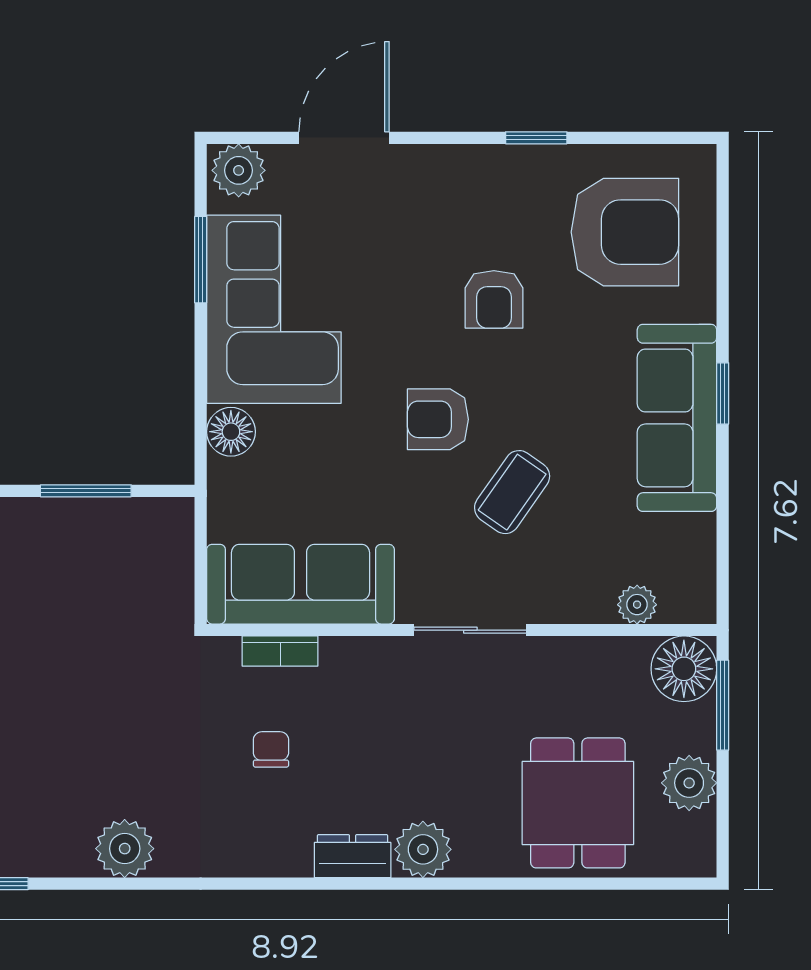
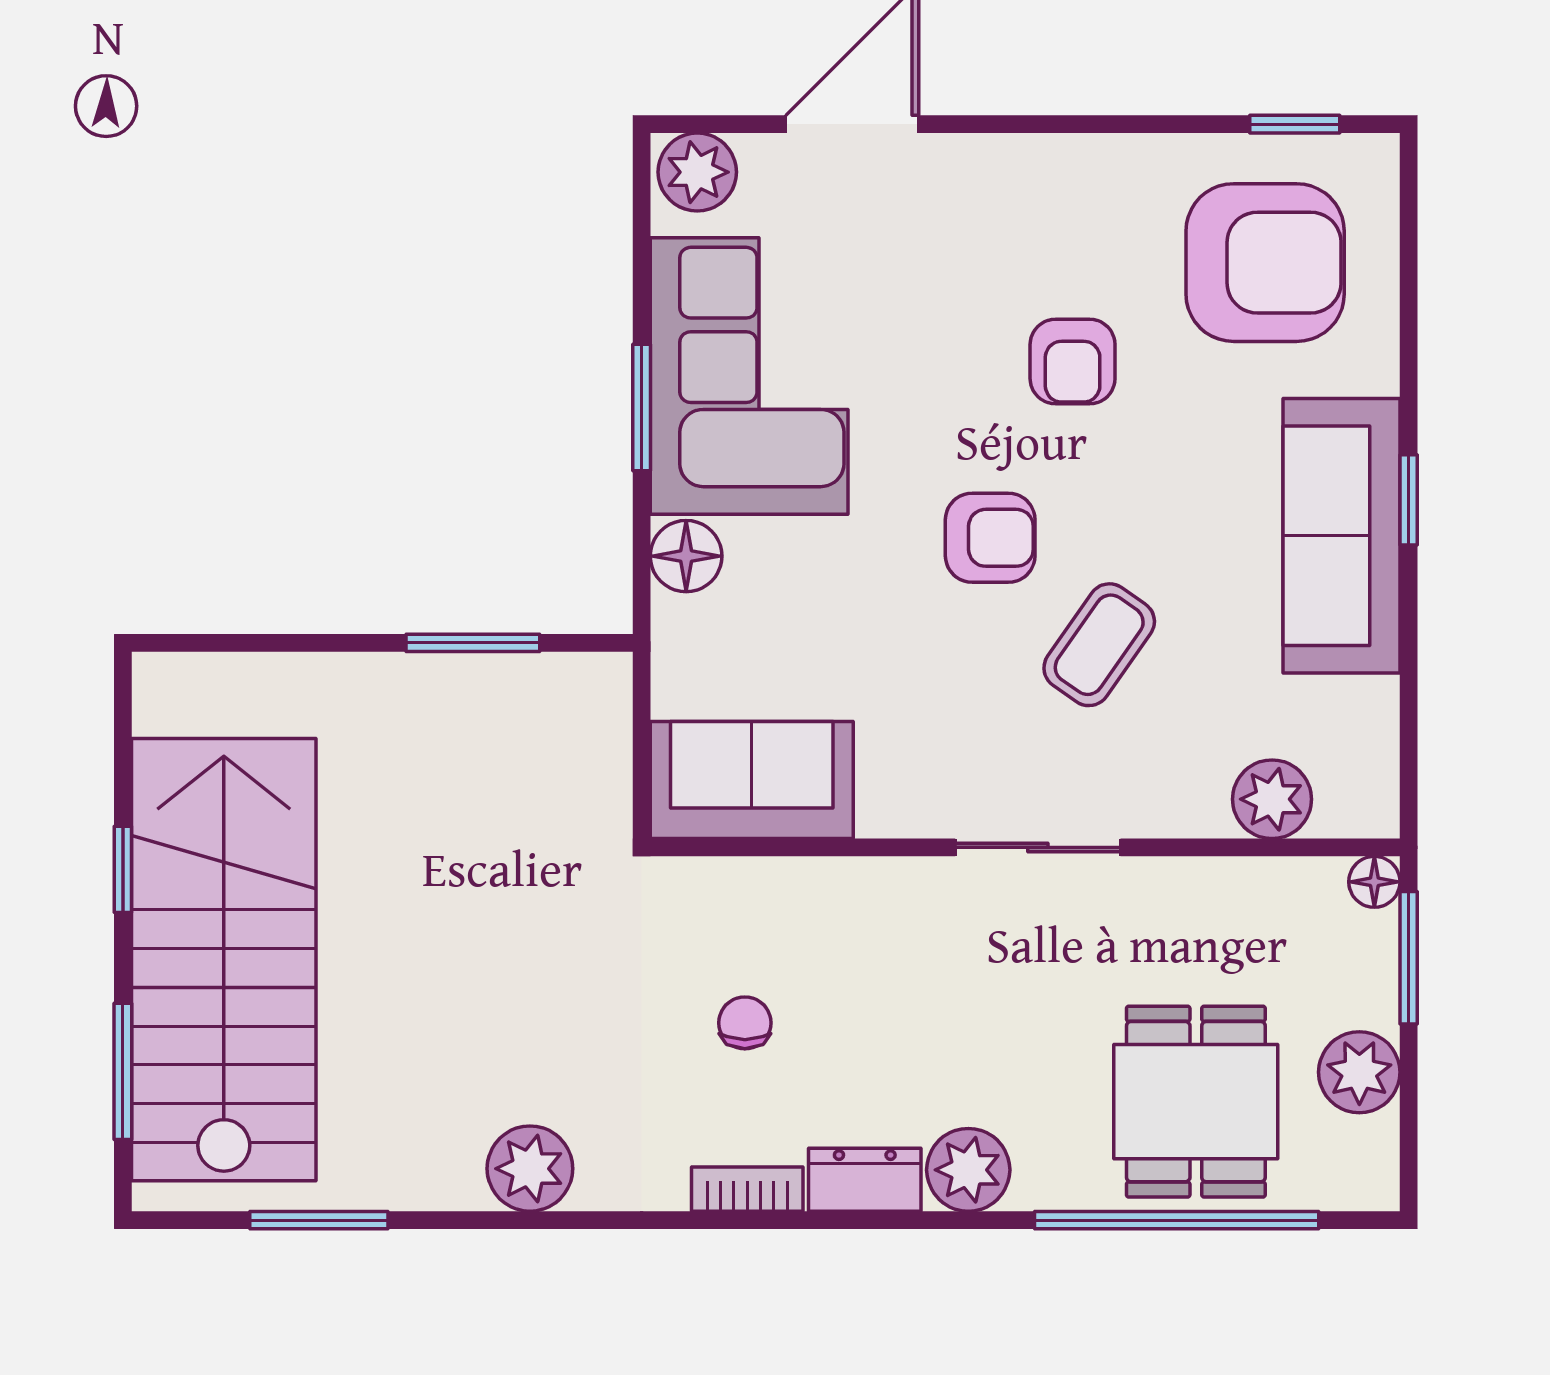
window: (536, 138) -> (1295, 124), moved
window: (201, 260) -> (642, 407), moved
armchair: (438, 419) -> (990, 538), turned 180
sofa: (300, 584) -> (752, 780), width x0.73
plant: (637, 605) -> (1272, 799), width x1.38, depth x1.38
bookcase: (280, 651) -> (747, 1189), moved, turned 180
floor lamp: (684, 669) -> (1374, 882), width x0.53, depth x0.53
window: (565, 884) -> (1177, 1220), added

